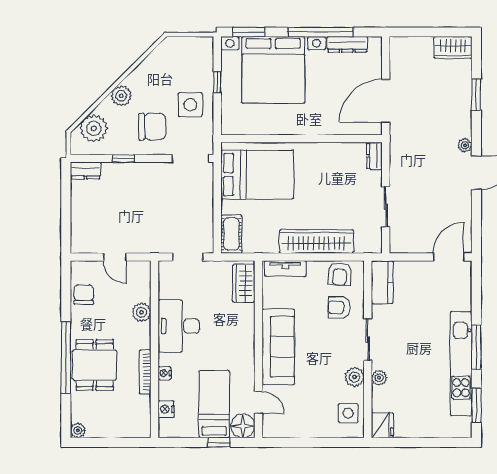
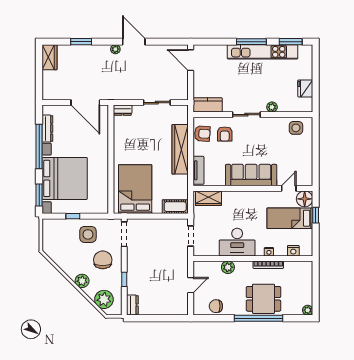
plant: (355, 377) -> (272, 124), removed
fridge: (382, 425) -> (305, 88), moved, turned -90

